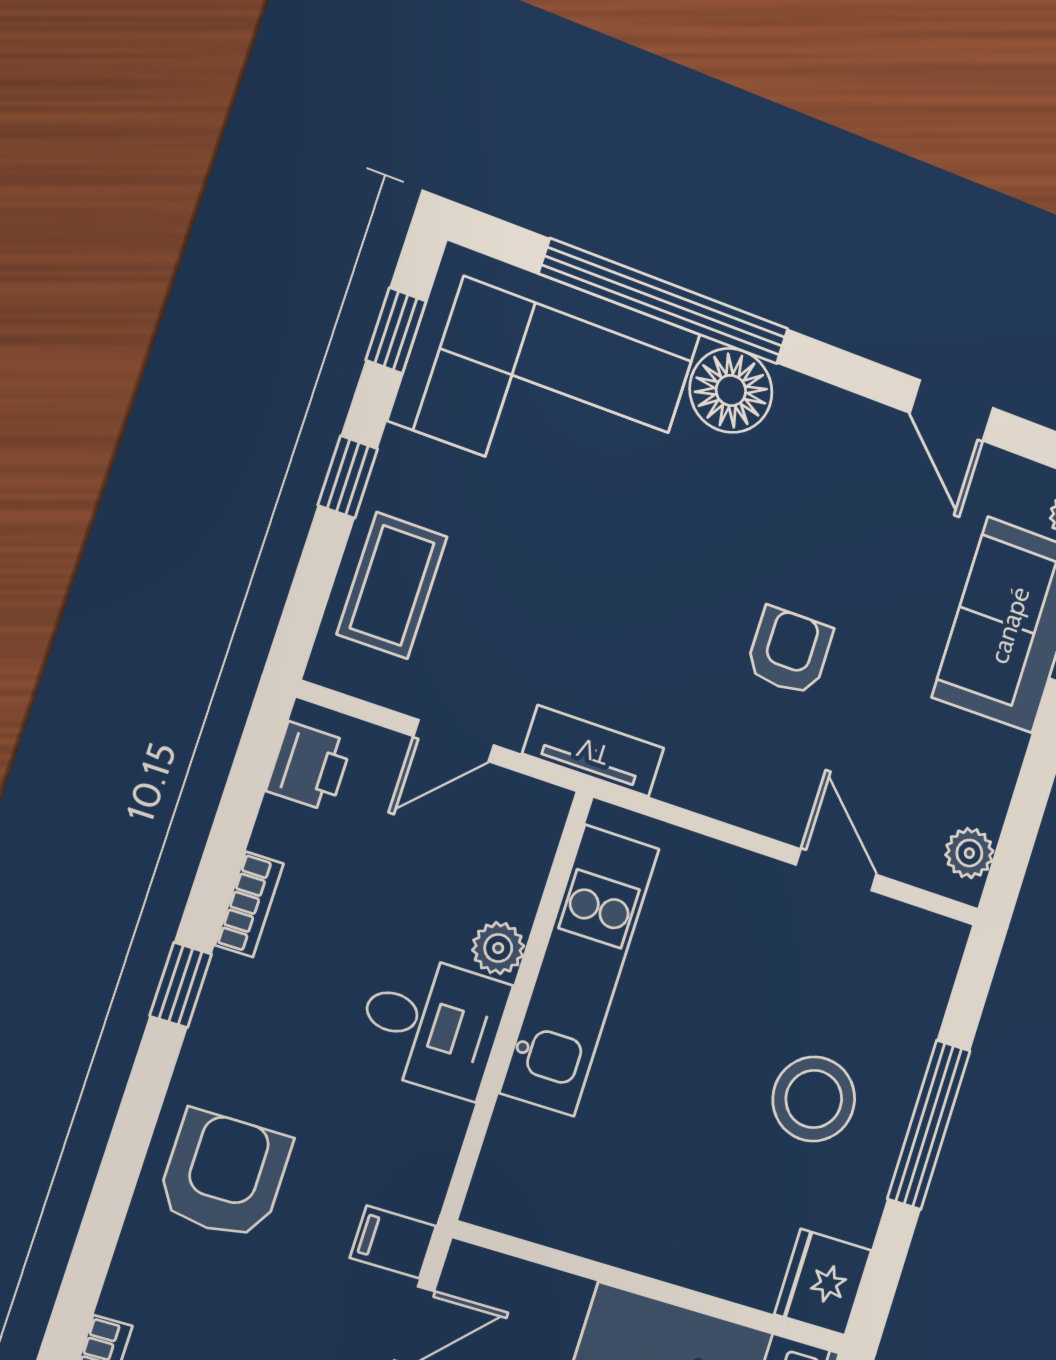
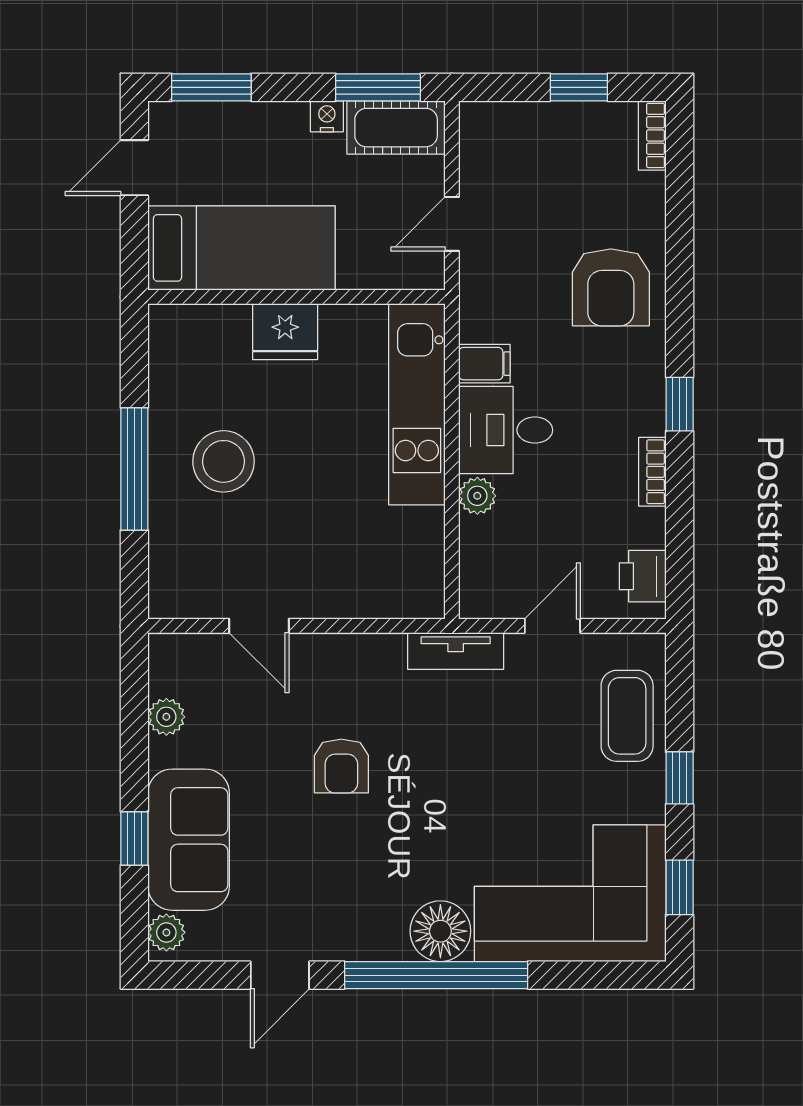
window: (664, 301) -> (436, 975), moved
door: (952, 410) -> (280, 975), swing flipped
plant: (969, 853) -> (166, 717), moved
kitchen unit: (579, 970) -> (417, 404), moved
filing cabinet: (393, 1242) -> (484, 364), moved
fridge: (823, 1282) -> (285, 332), moved, turned 90

